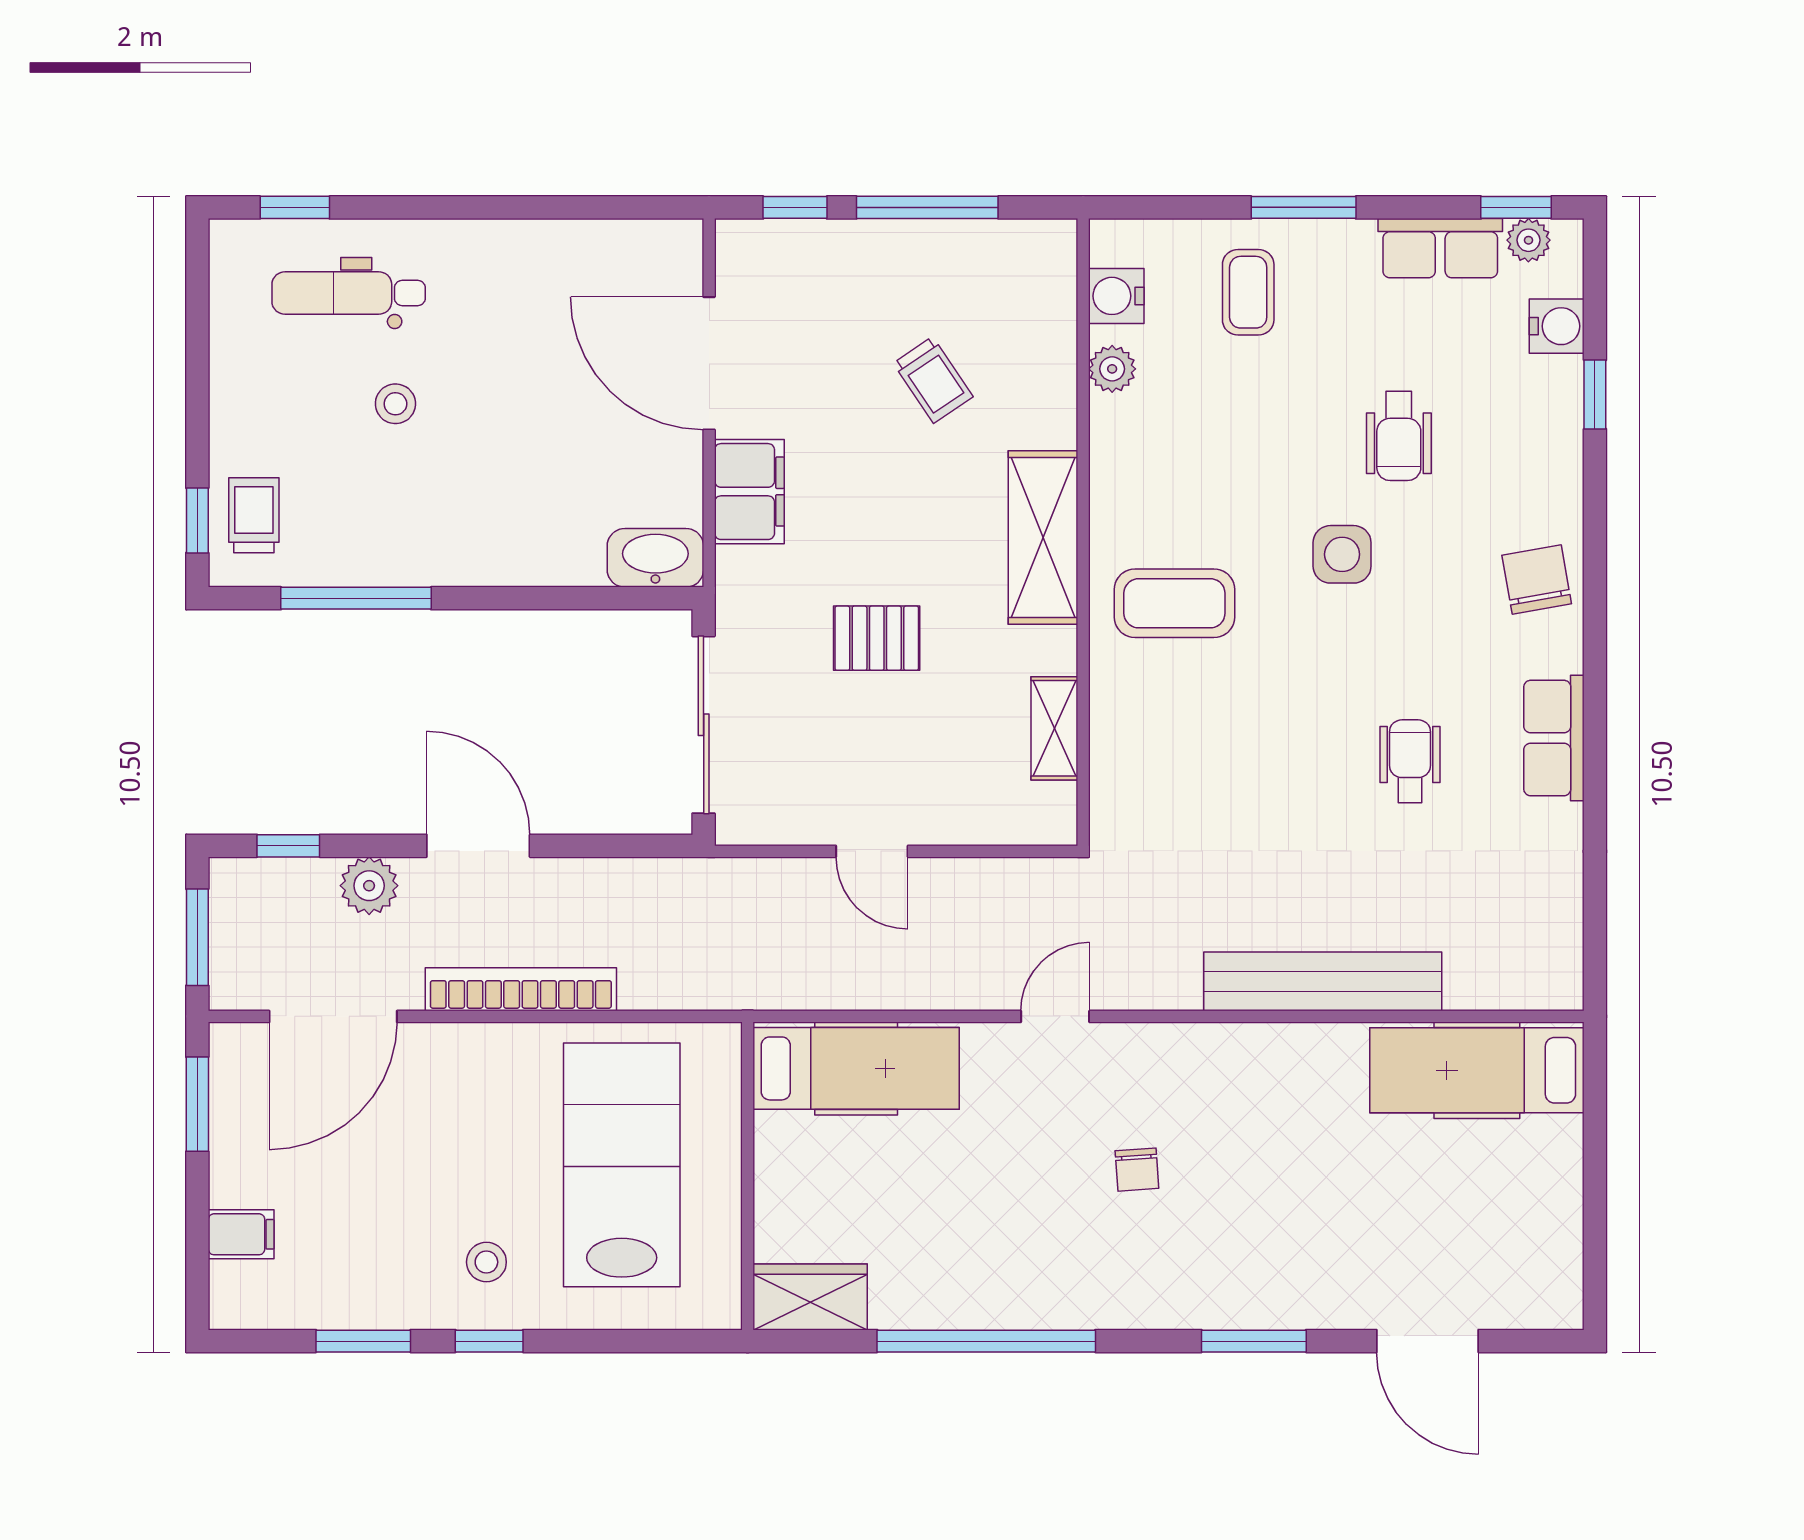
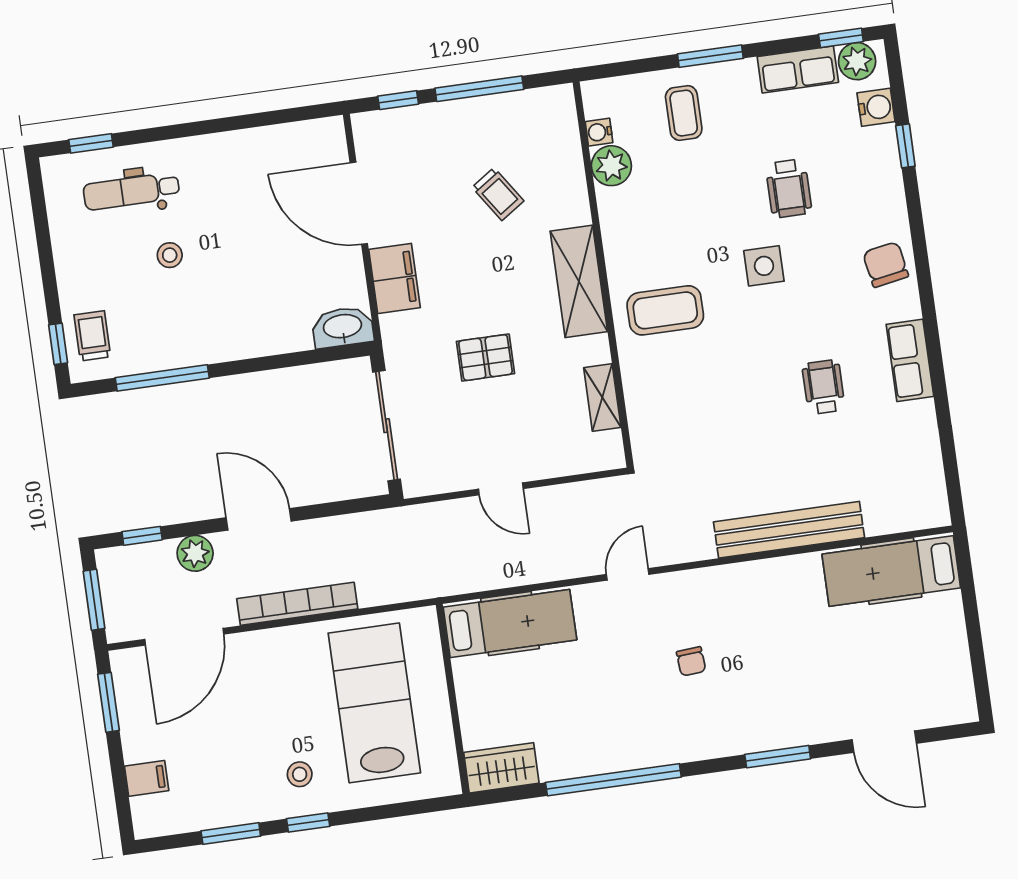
plant: (1528, 240) -> (857, 61), width x1.38, depth x1.38
water cooler: (1116, 296) -> (599, 132), width x0.72, depth x0.72
plant: (1112, 369) -> (611, 166), width x1.38, depth x1.38

